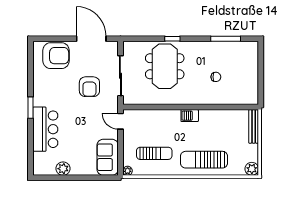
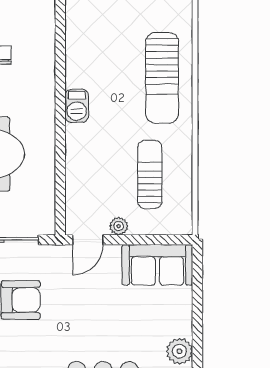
plant: (128, 171) -> (119, 226), moved

